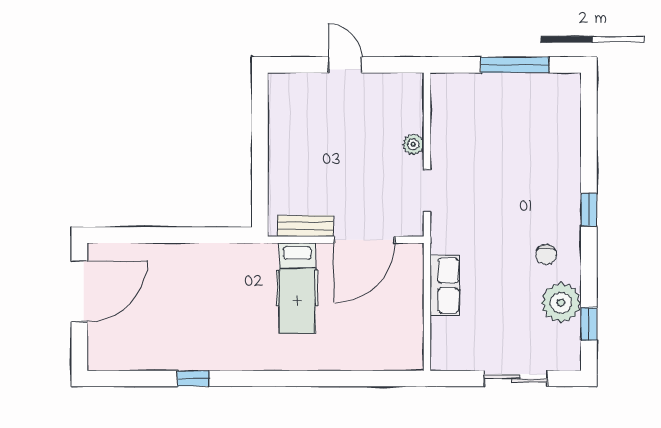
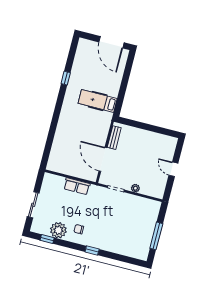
door: (345, 65) -> (173, 169), swing flipped
hospital bed: (297, 288) -> (98, 101), moved

